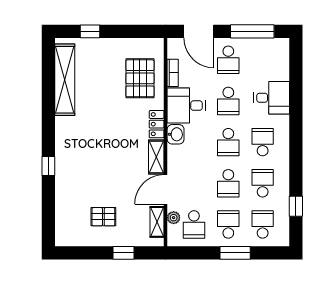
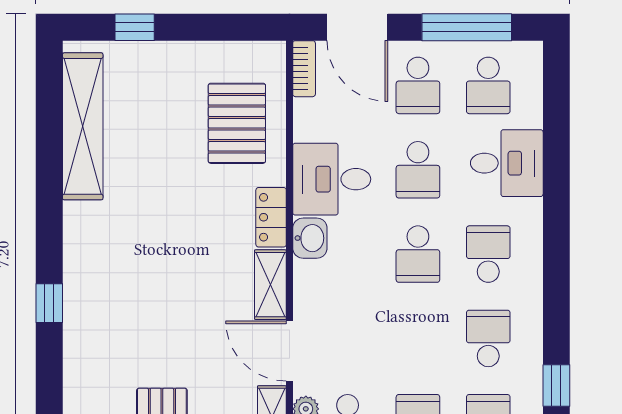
bookcase: (173, 73) -> (304, 69), moved
school desk: (228, 183) -> (488, 85), moved
door: (166, 189) -> (289, 351), hinge flipped

